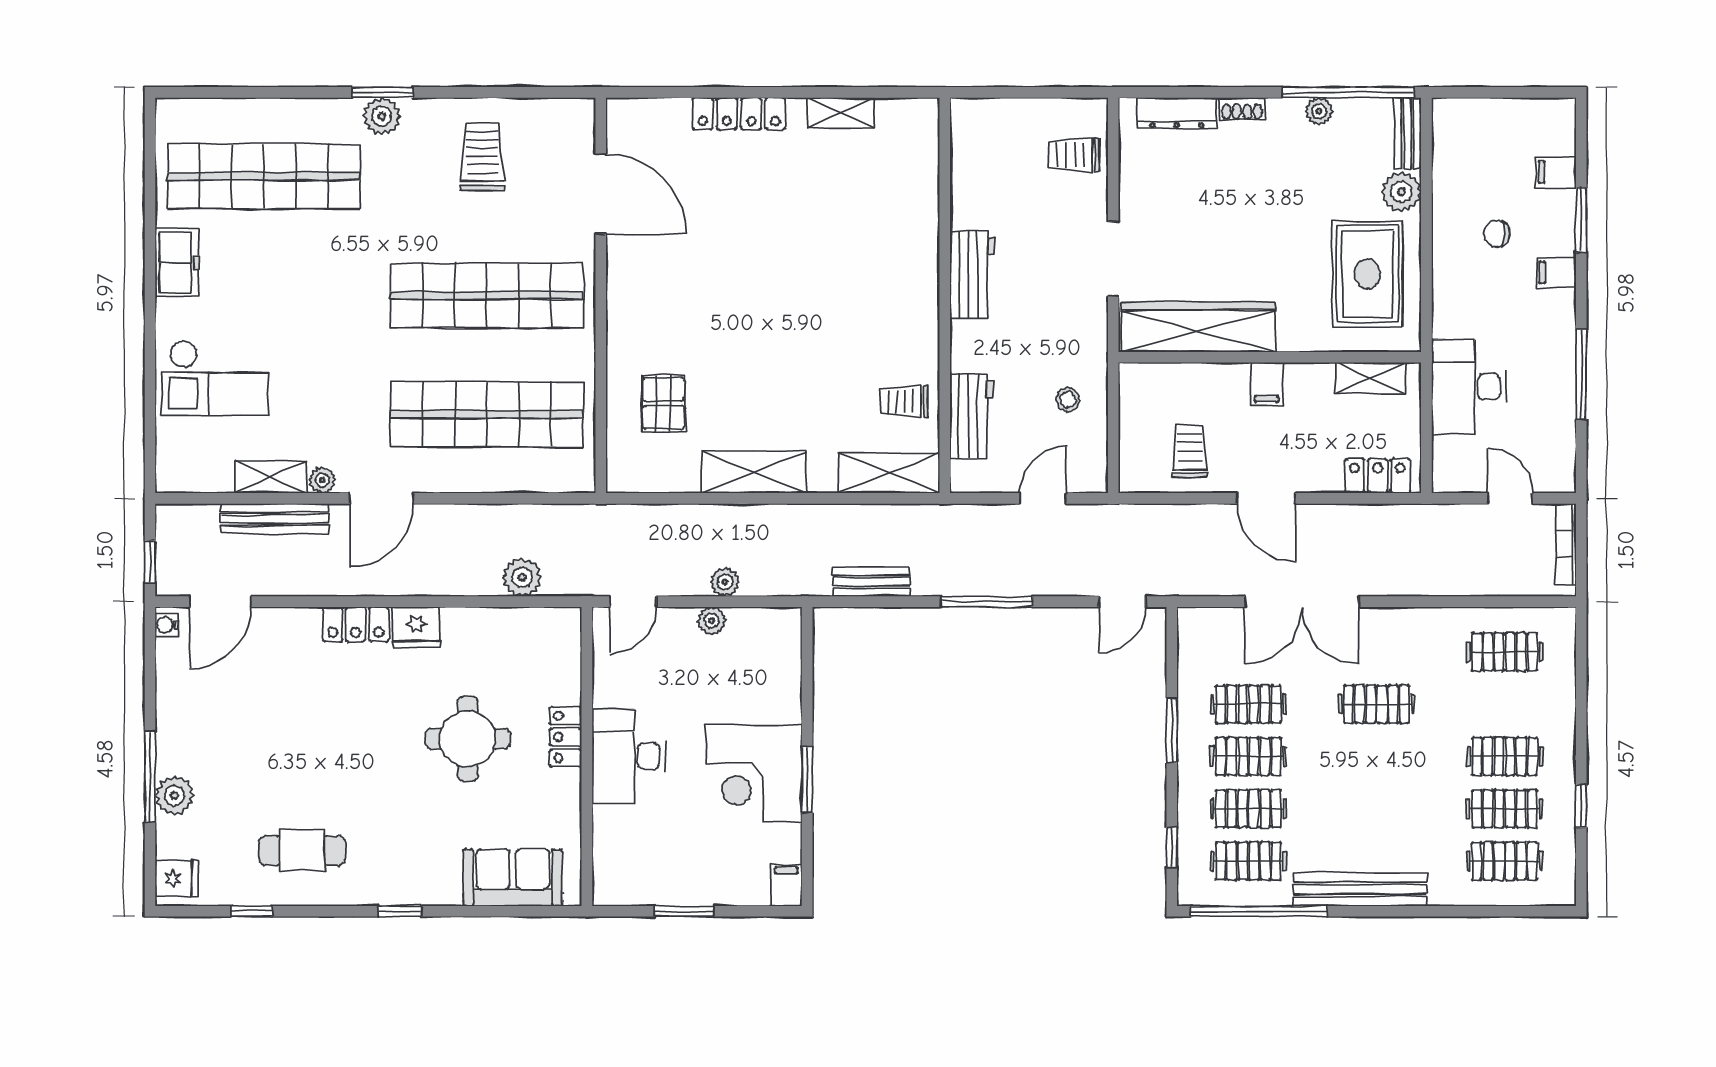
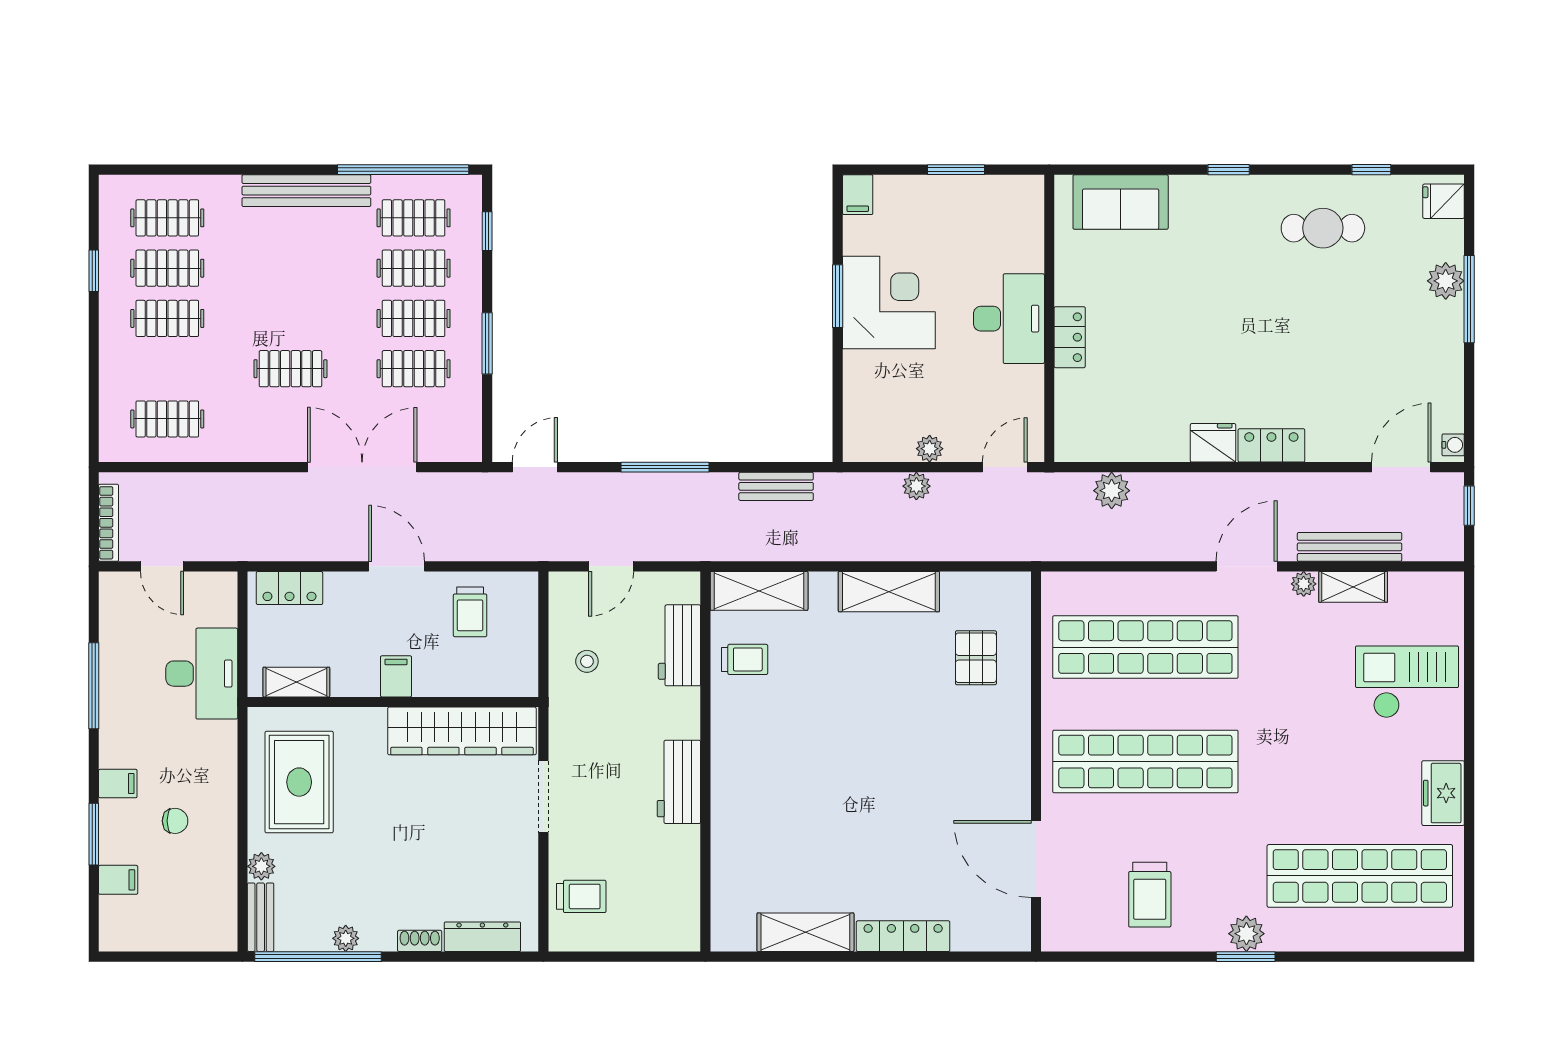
shelving: (841, 113) -> (805, 932), width x1.50, depth x1.33
plant: (1401, 192) -> (261, 866), width x0.73, depth x0.73
round table: (468, 739) -> (1164, 335), removed

